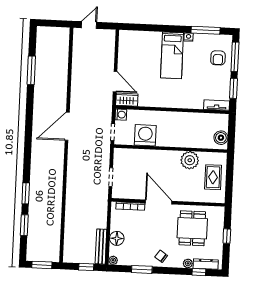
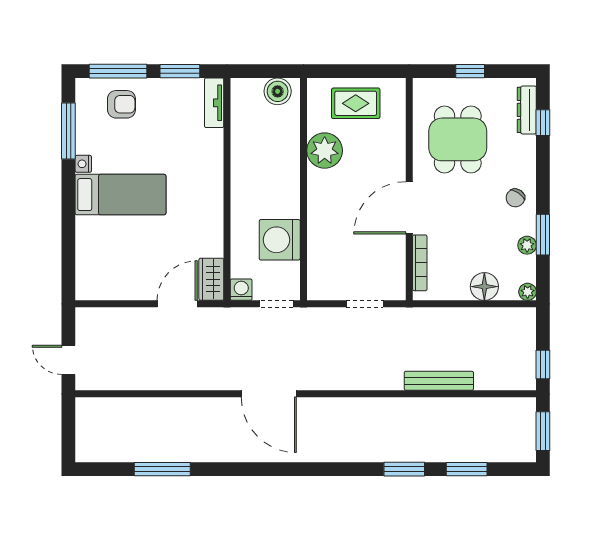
dining table: (192, 228) -> (458, 139), turned 90
bench: (101, 247) -> (439, 381), moved
plant: (188, 263) -> (527, 245), moved
window: (86, 267) -> (543, 365), moved

